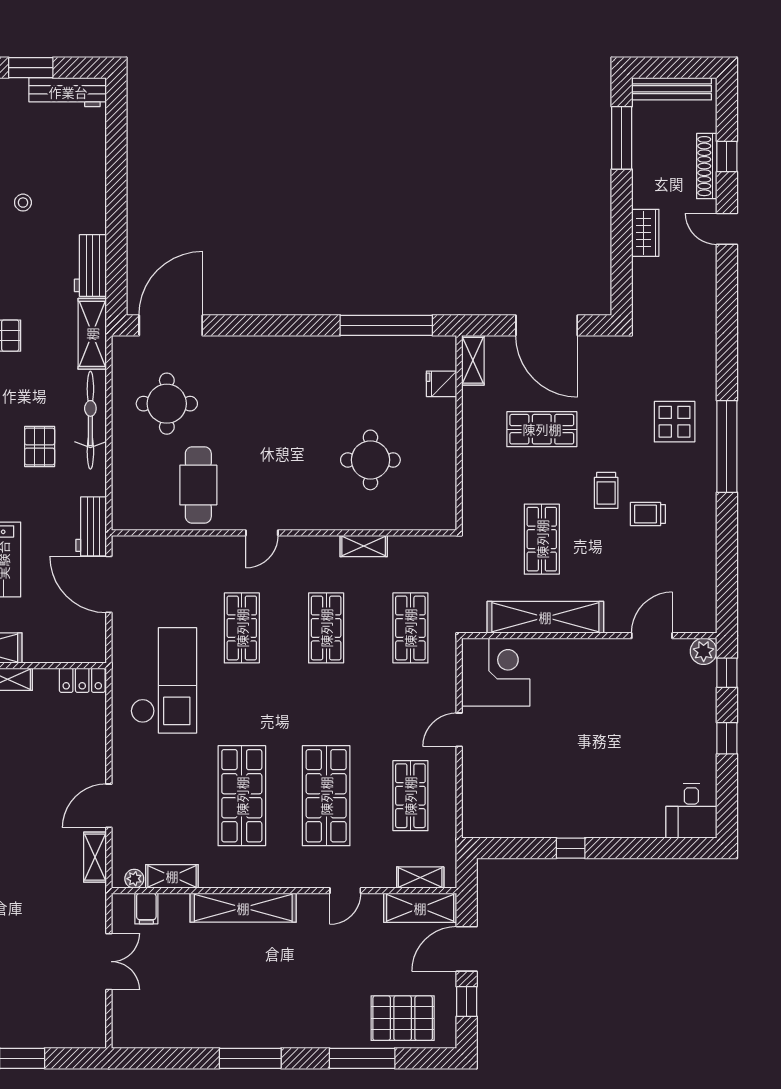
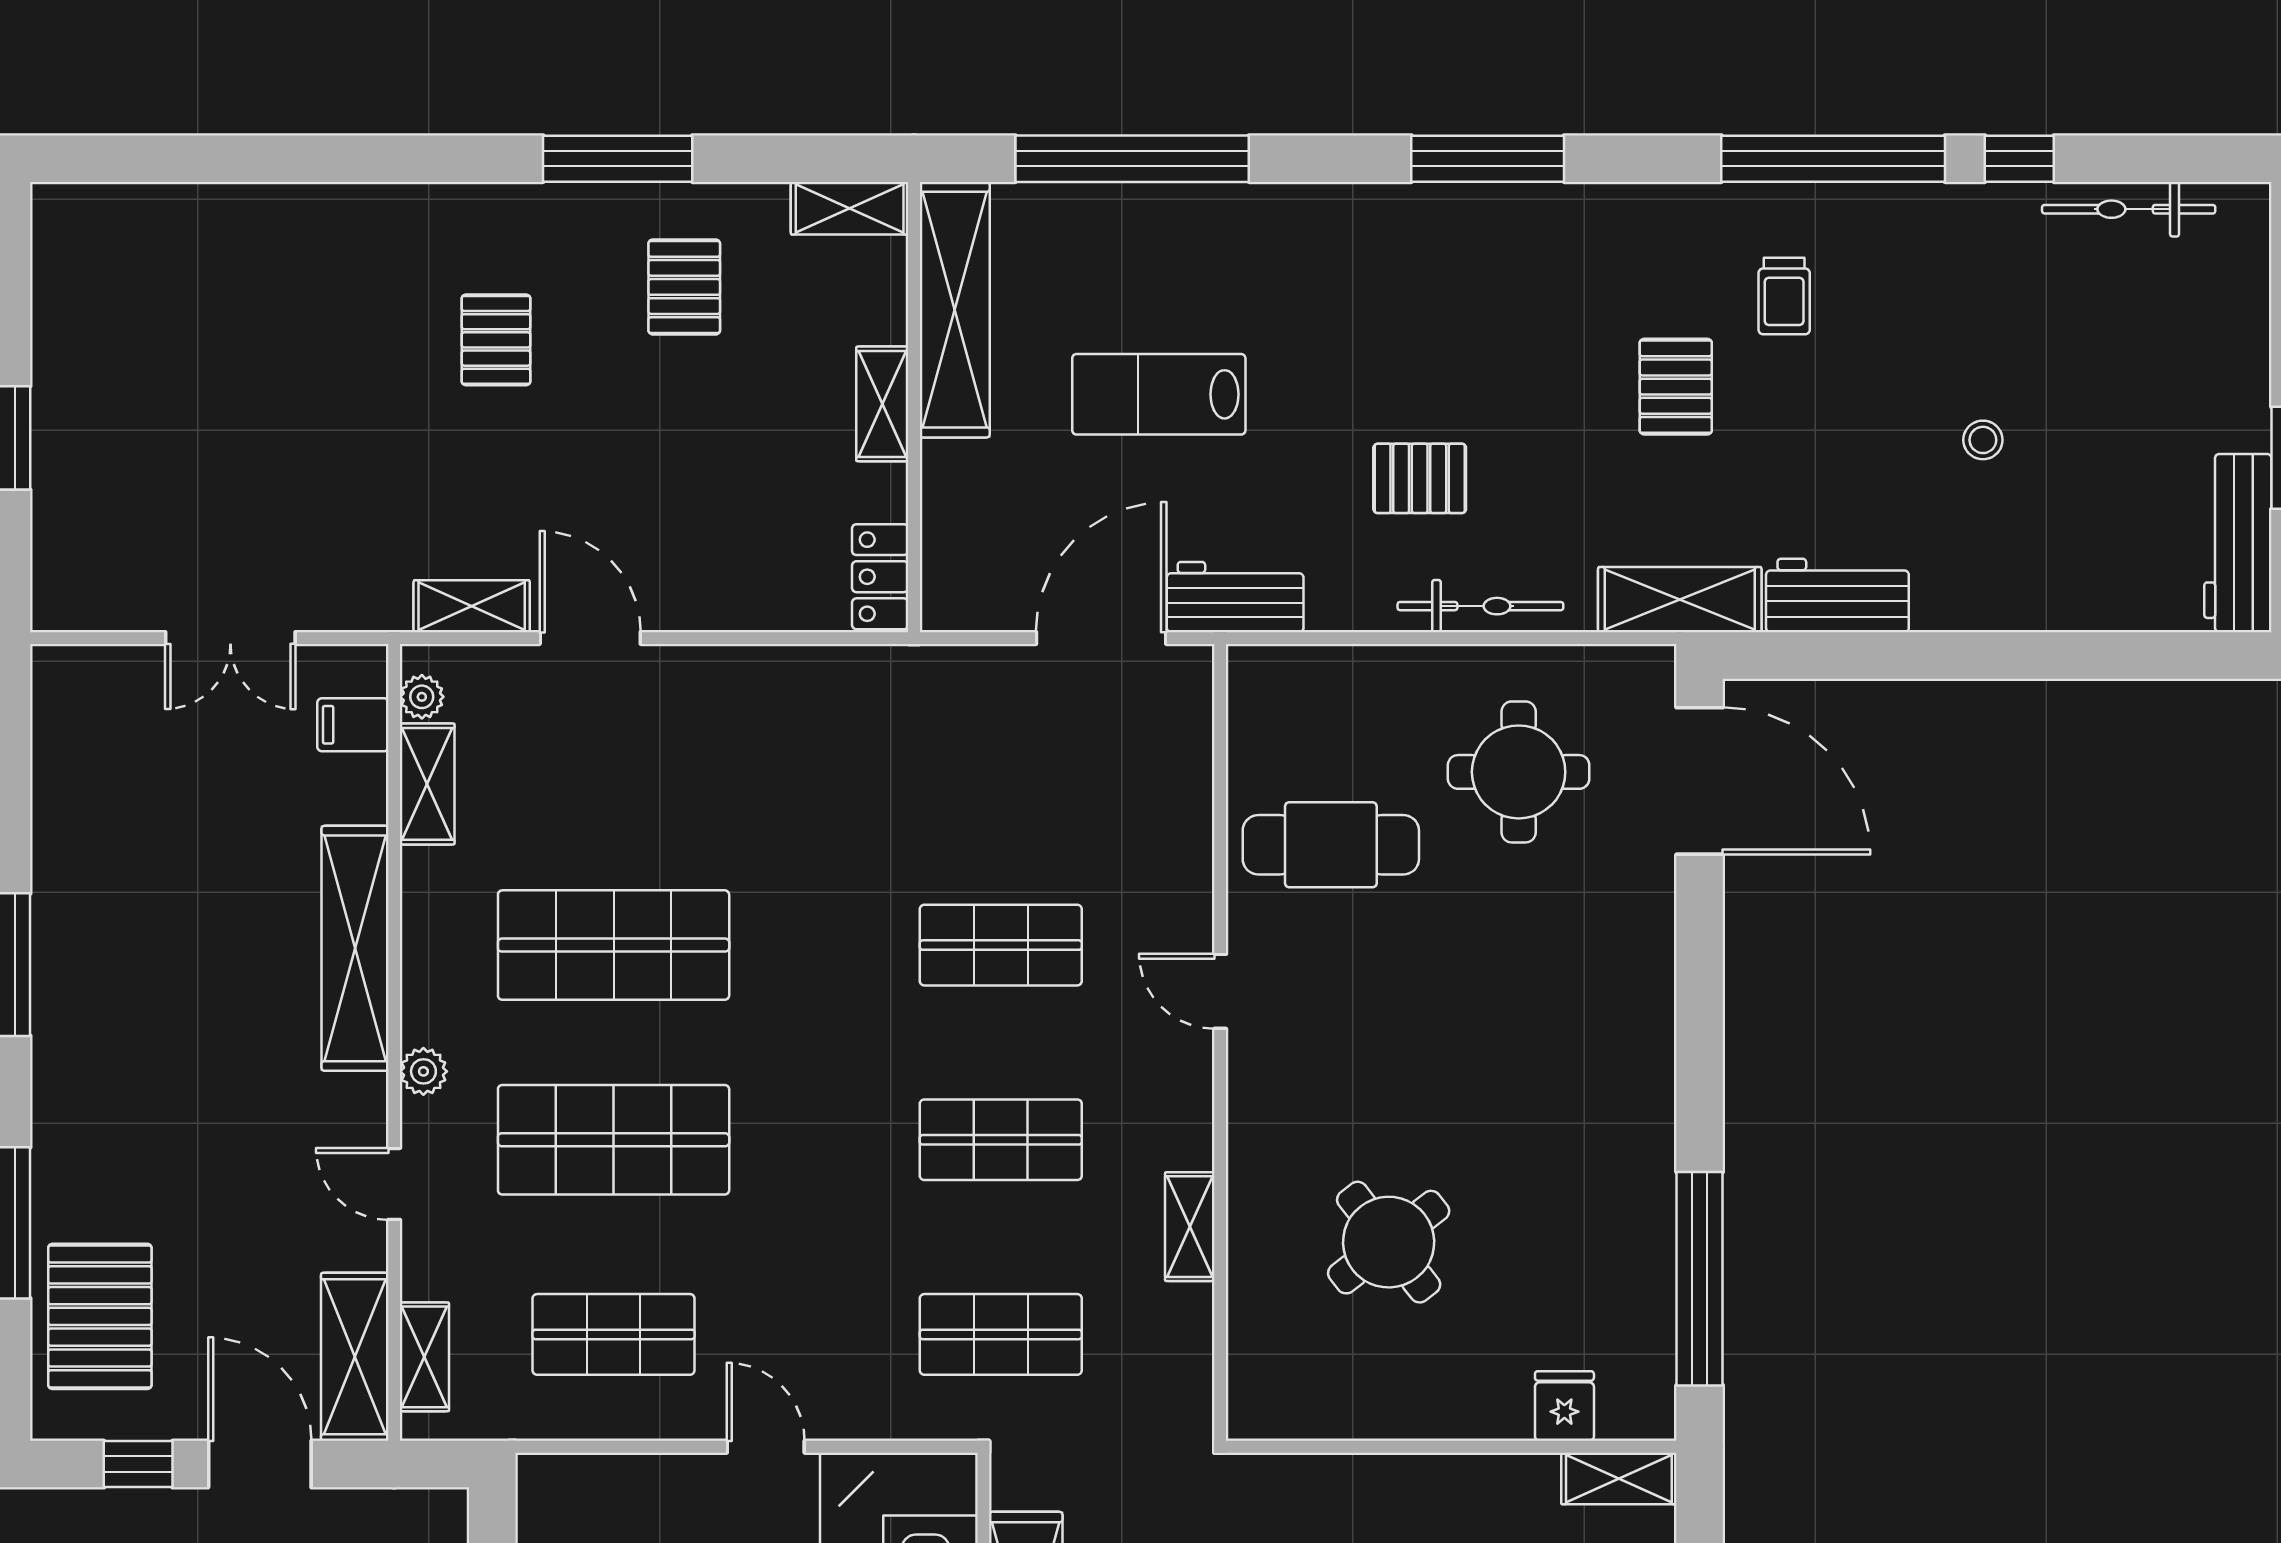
bicycle: (90, 420) -> (1480, 606), width x0.73, depth x0.71
round table: (370, 460) -> (1389, 1242), turned -38
checkout: (164, 680) -> (880, 765), removed
plant: (296, 878) -> (423, 1071), added

